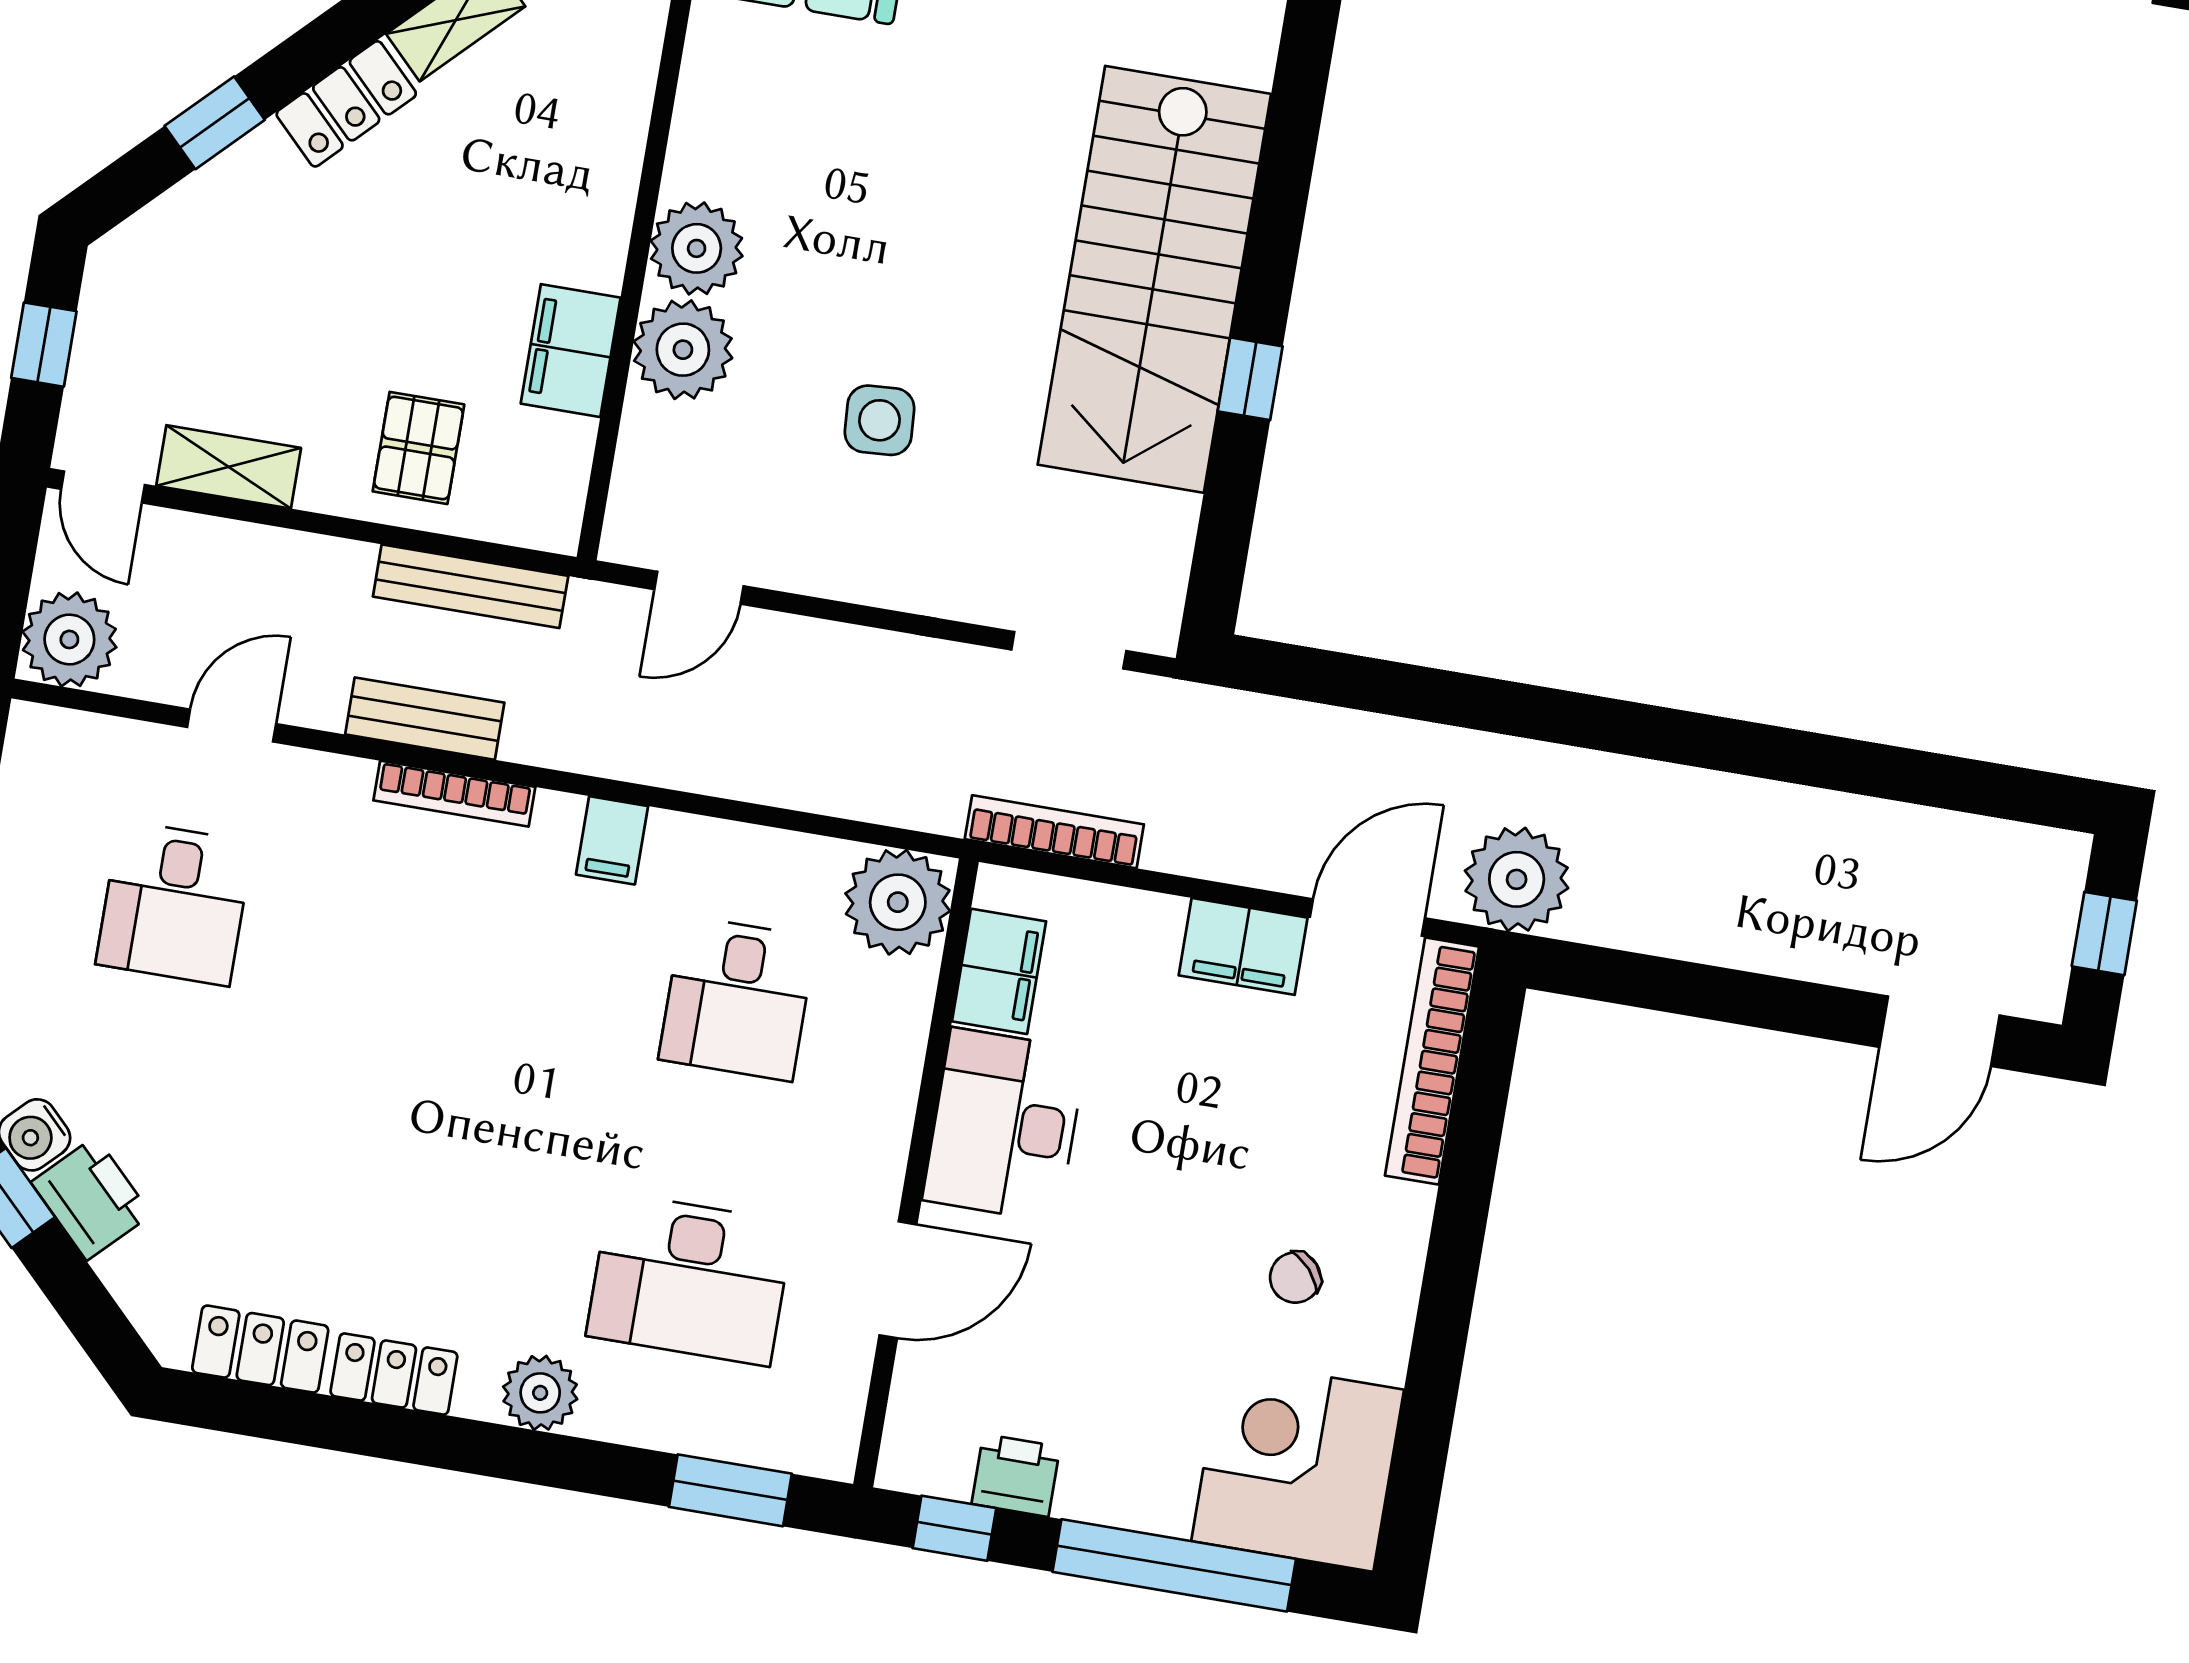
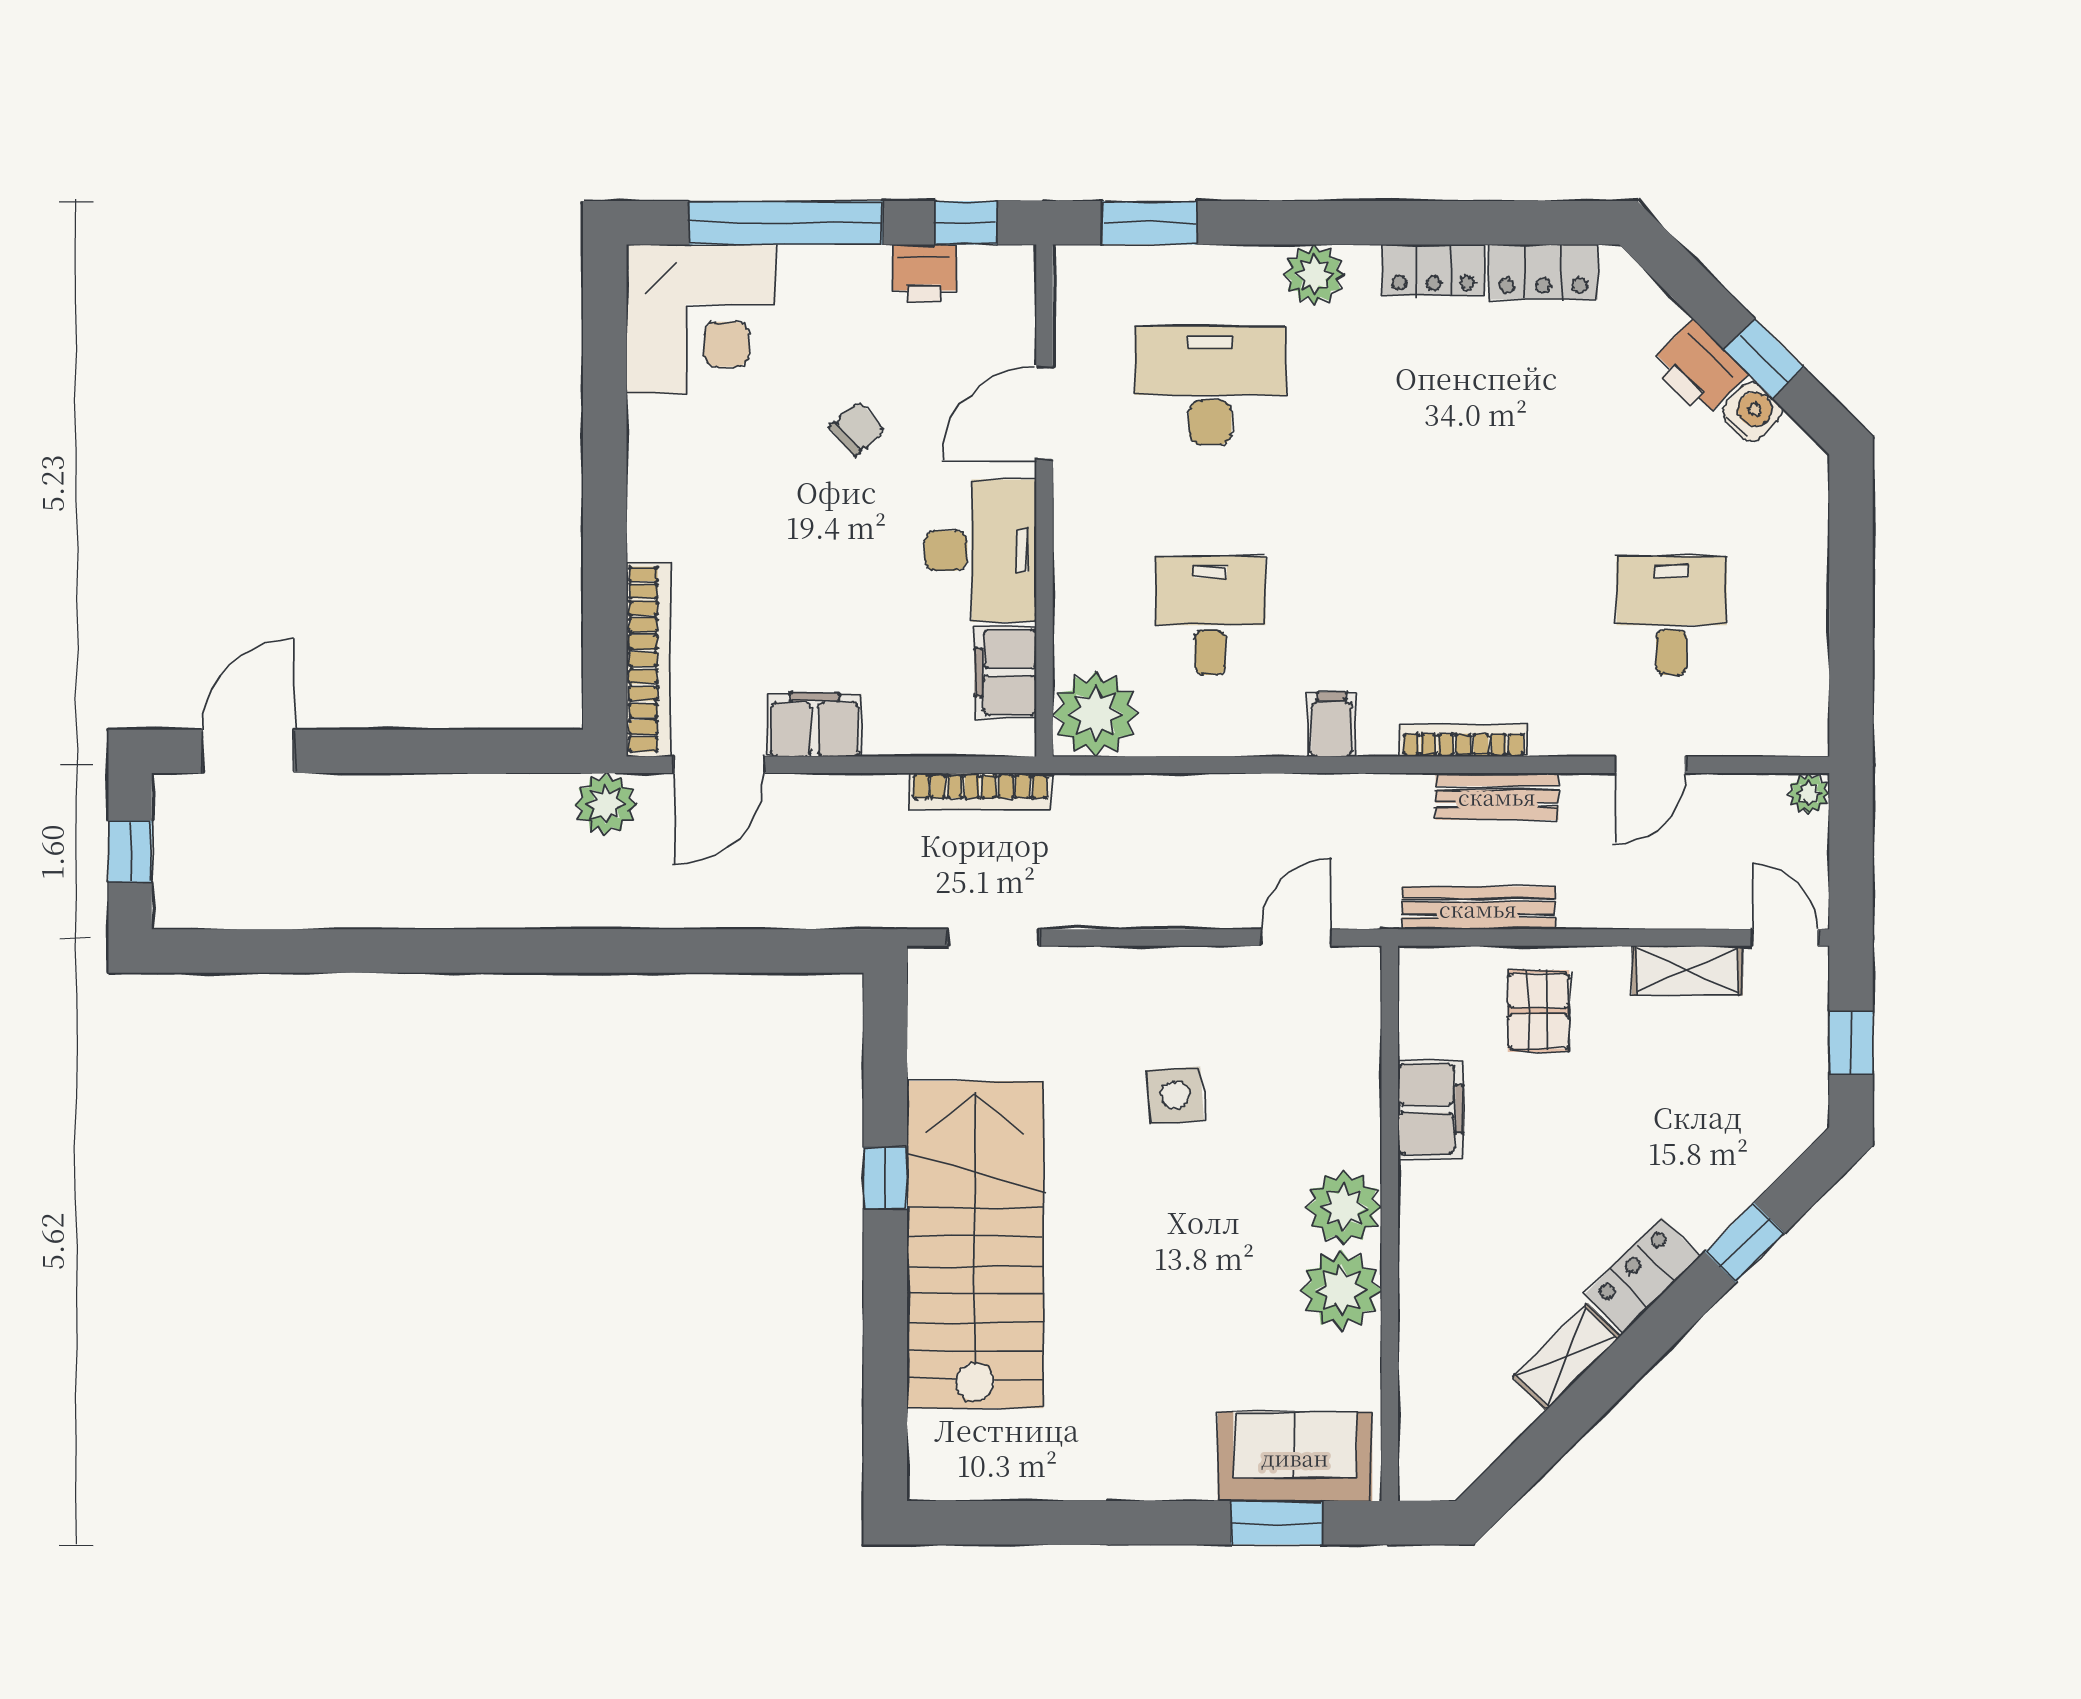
plant: (683, 350) -> (1341, 1290), moved
plant: (69, 639) -> (1809, 793), width x0.53, depth x0.53
plant: (1517, 879) -> (606, 804), width x0.73, depth x0.73
chair: (1295, 1278) -> (857, 429), moved

